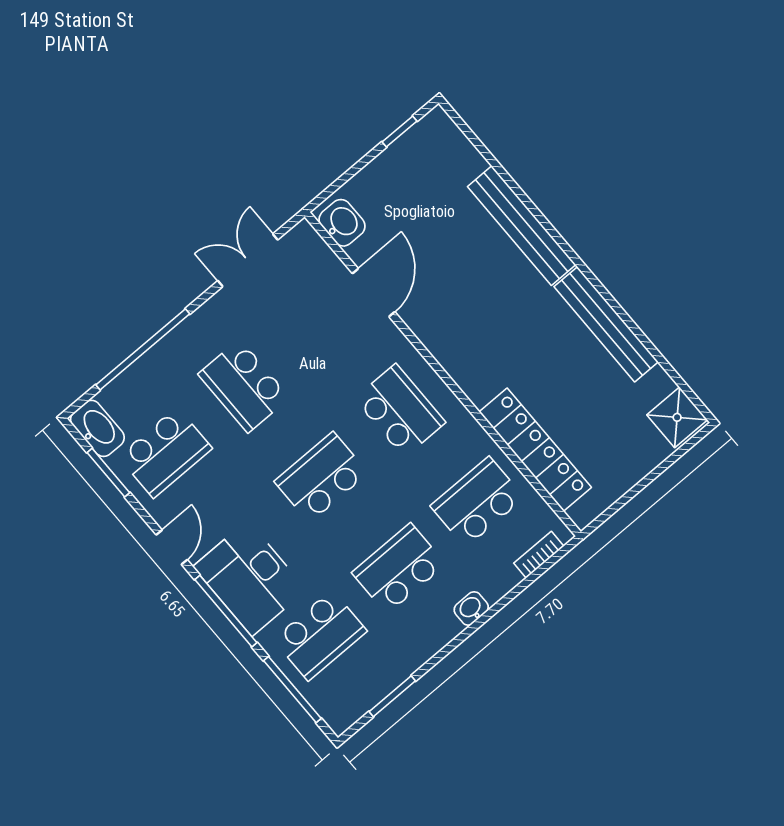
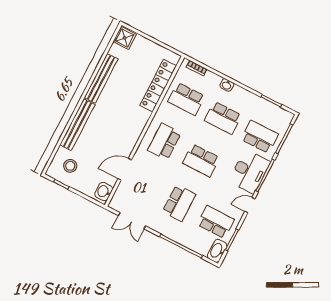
stool: (433, 170) -> (70, 166), added

